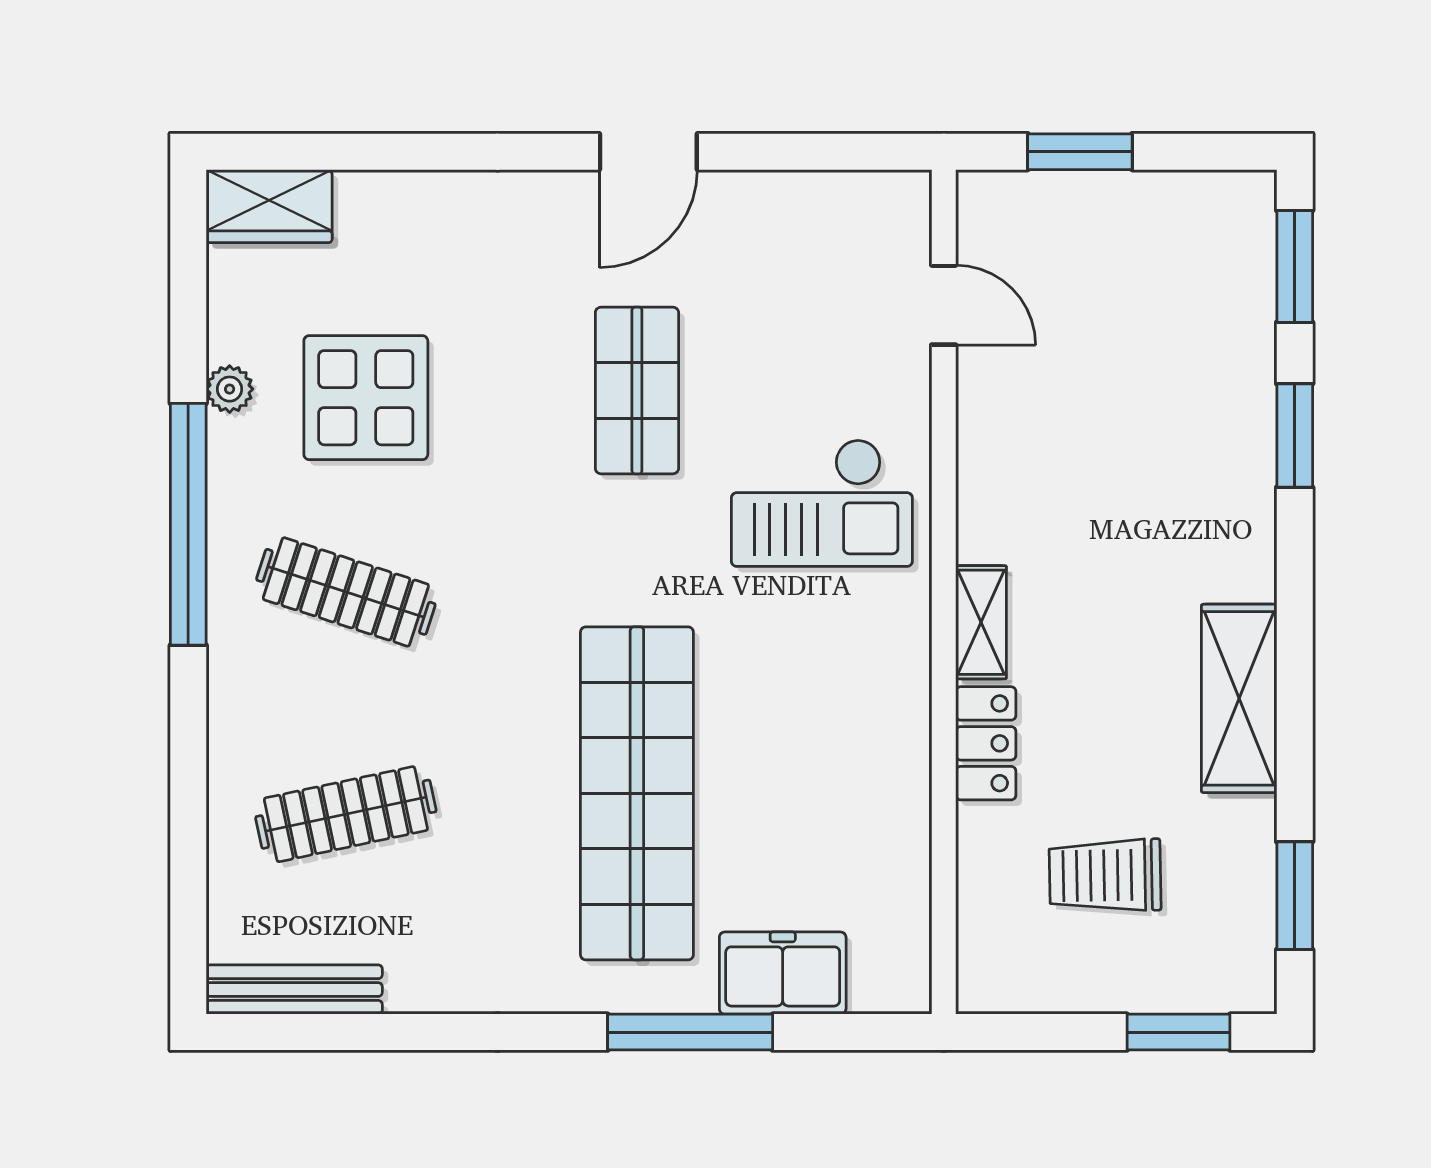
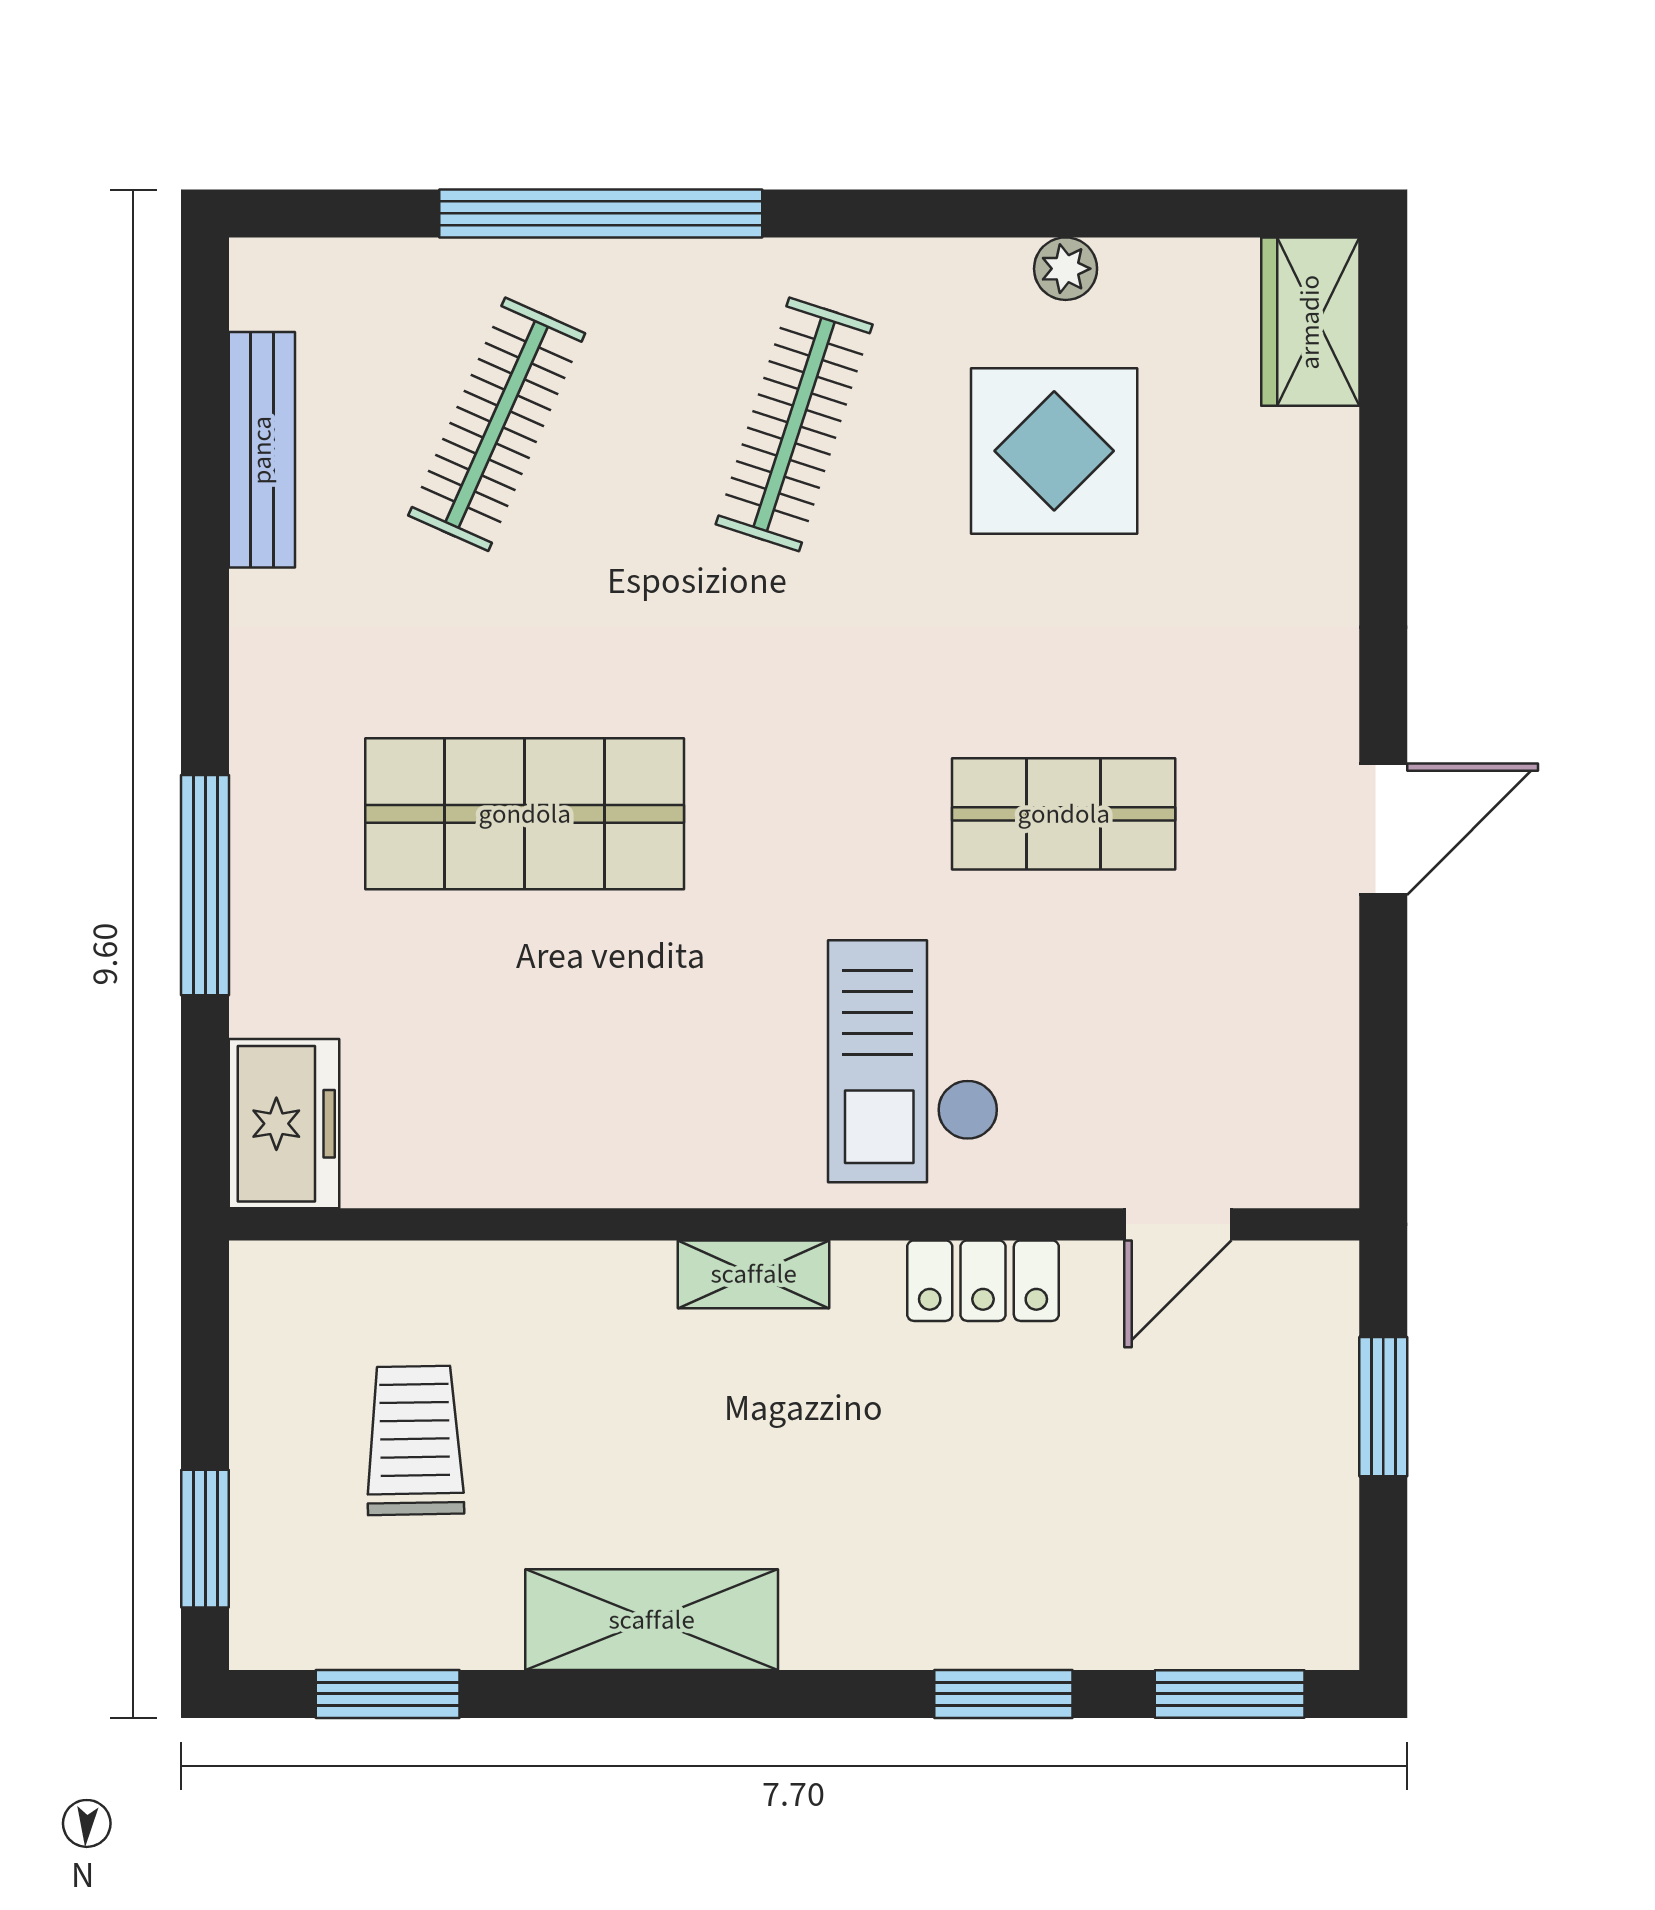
door: (648, 152) -> (1383, 829), swing flipped
window: (188, 524) -> (601, 213), moved
locker: (986, 743) -> (983, 1281), moved
shop shelf: (637, 793) -> (525, 814), width x0.71
clothes rail: (346, 814) -> (497, 424), turned 36
freezer: (783, 973) -> (284, 1124), moved
bench: (294, 990) -> (262, 450), moved

